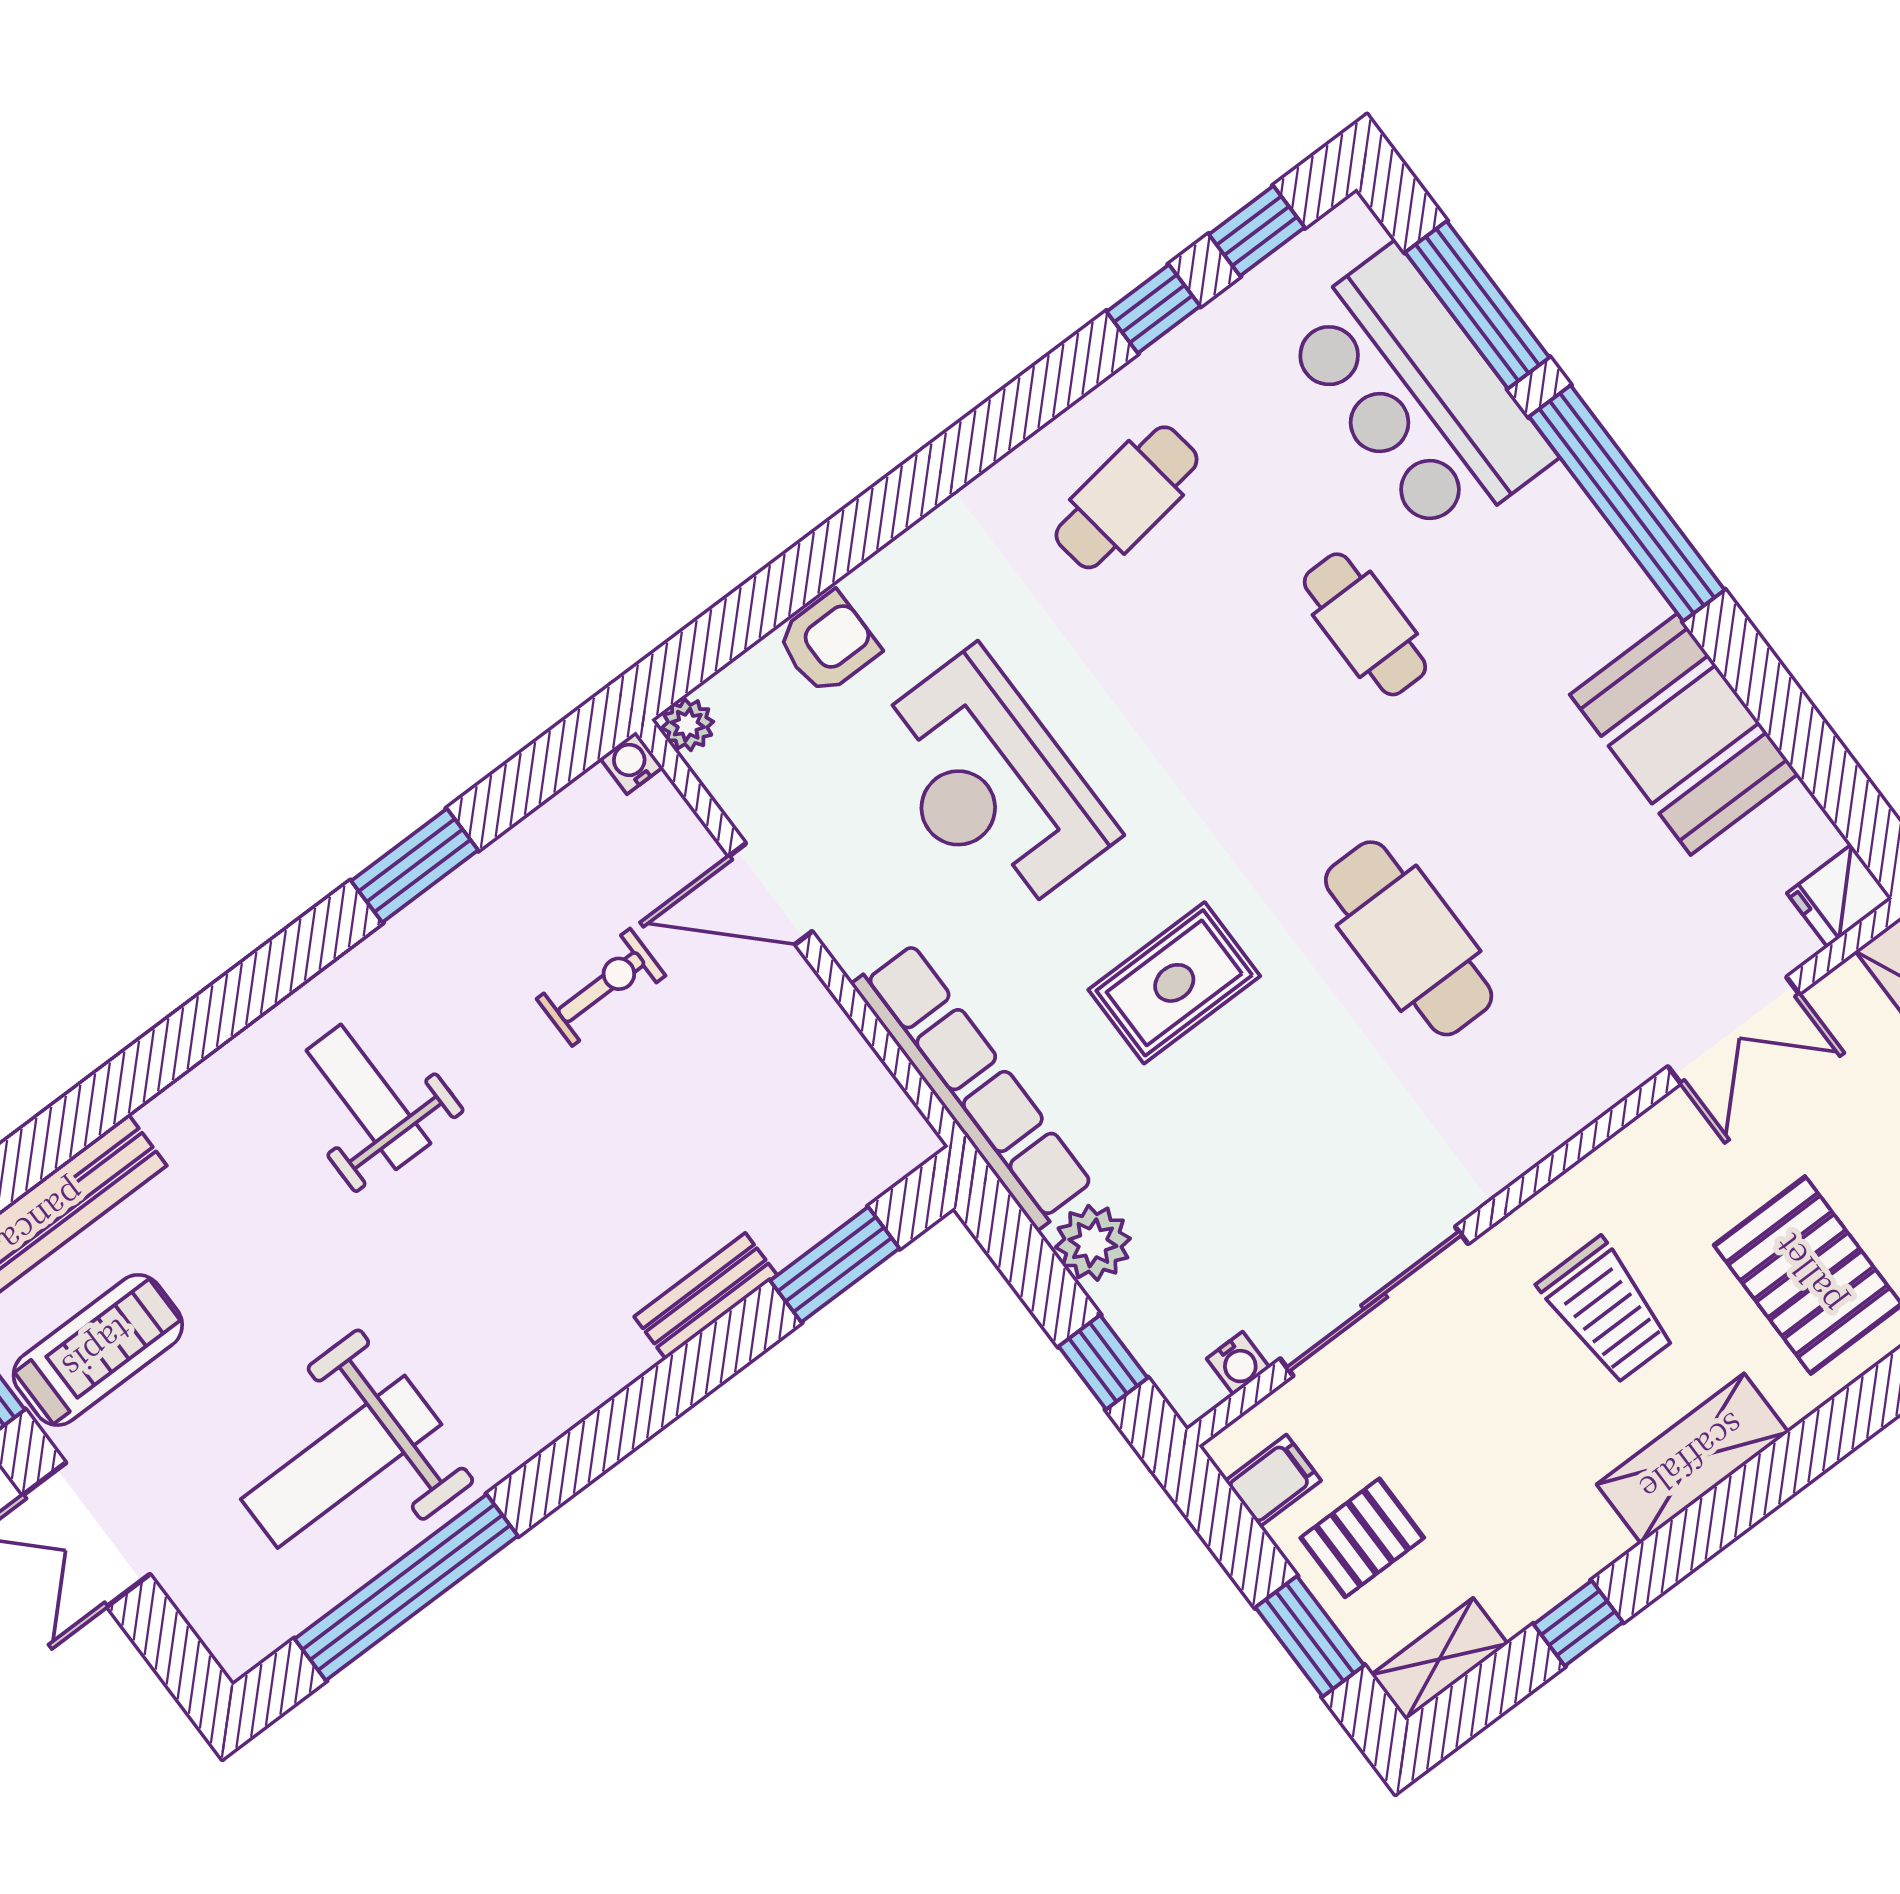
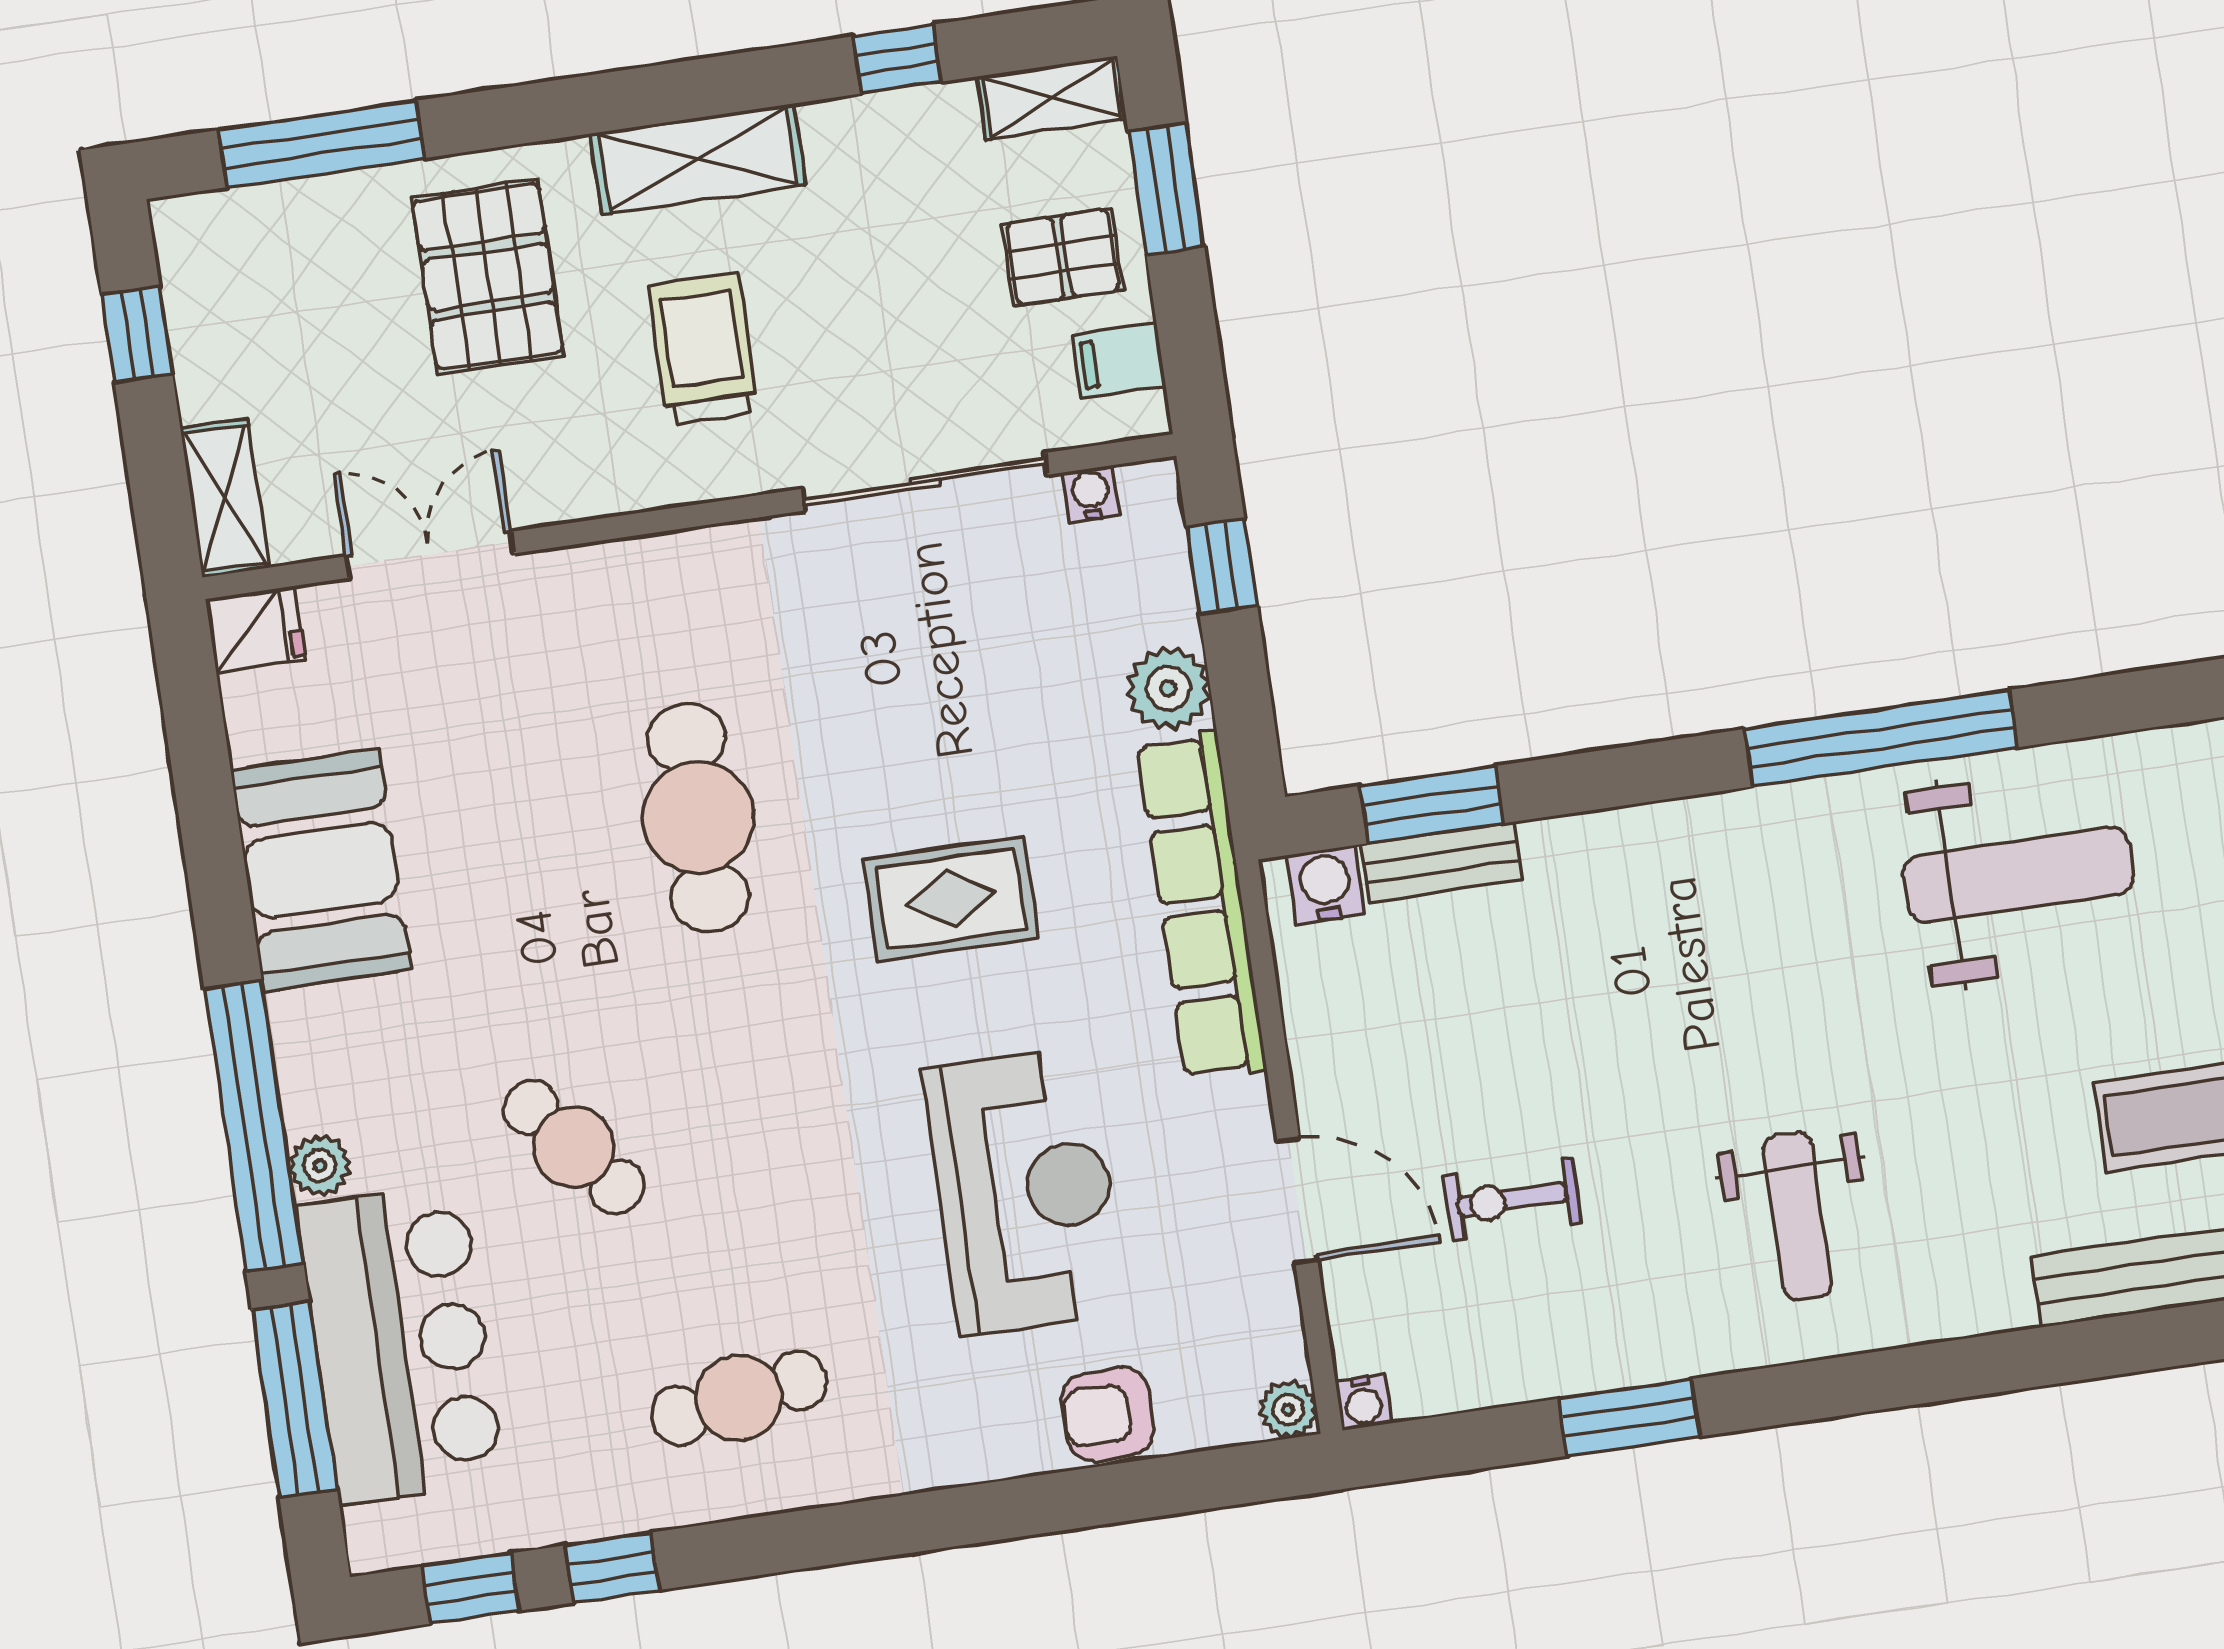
plant: (1558, 500) -> (320, 1166), added
cafe table: (1365, 624) -> (574, 1147), turned -39
water cooler: (884, 1155) -> (1326, 885), added
bench: (706, 1296) -> (1442, 862), moved
window: (406, 1587) -> (1881, 738), moved

